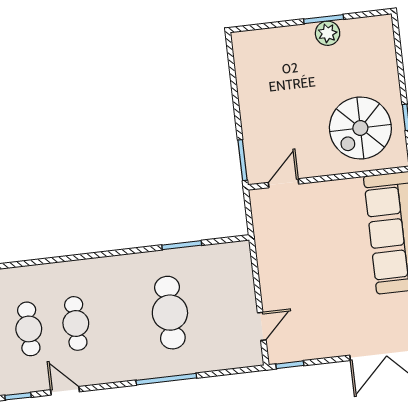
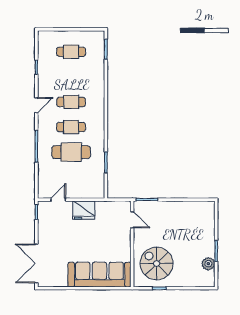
plant: (328, 33) -> (208, 264), moved
fridge: (276, 276) -> (84, 210), added
door: (262, 326) -> (58, 200), swing flipped
cafe table: (29, 329) -> (71, 127), moved
door: (65, 391) -> (36, 105), moved

